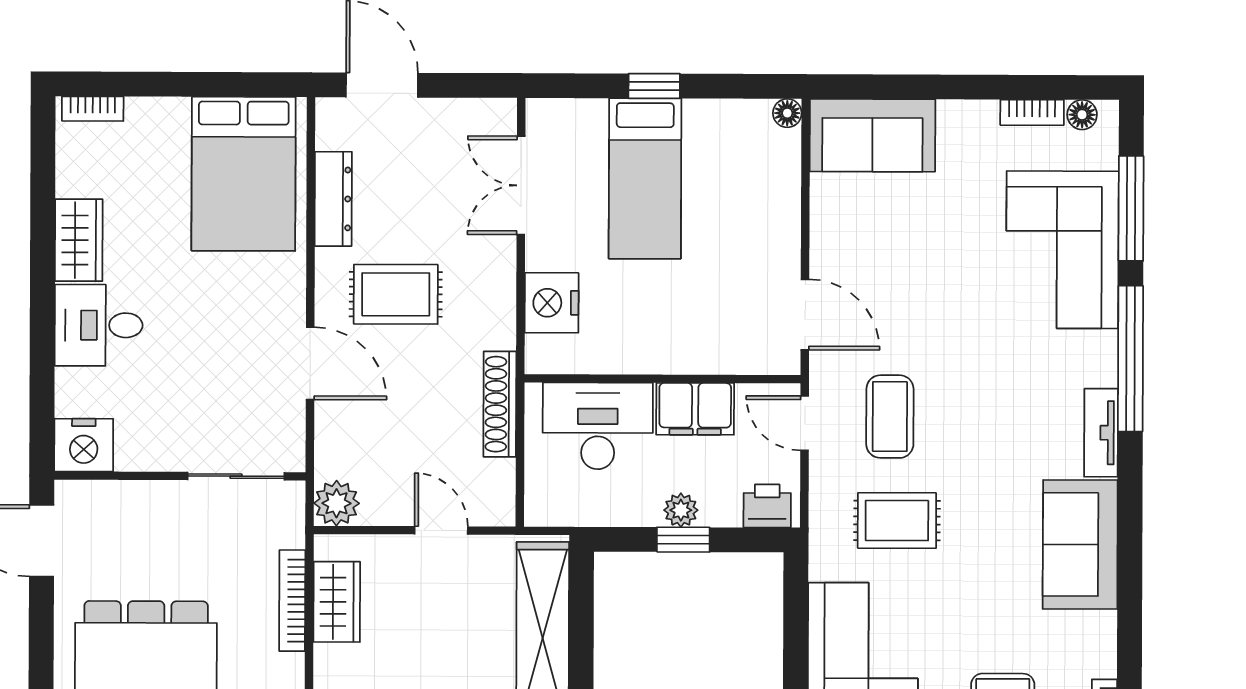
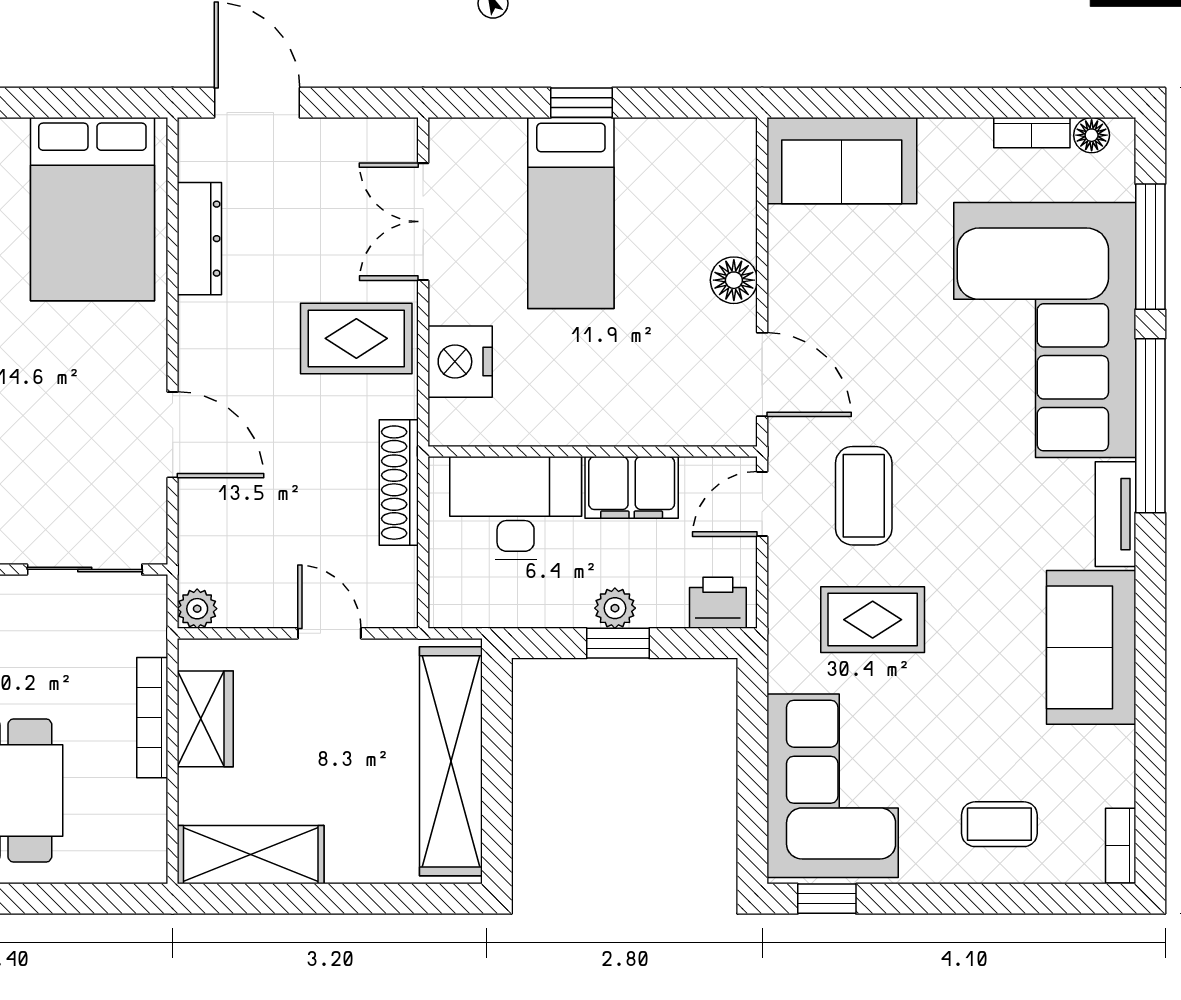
floor lamp: (787, 113) -> (734, 280), moved, width x1.37, depth x1.37
corner sofa: (1062, 250) -> (1045, 330), width x1.36, depth x1.36
rug: (396, 294) -> (356, 338), moved
door: (805, 423) -> (762, 504), hinge flipped
plant: (337, 503) -> (197, 609), width x0.73, depth x0.73

